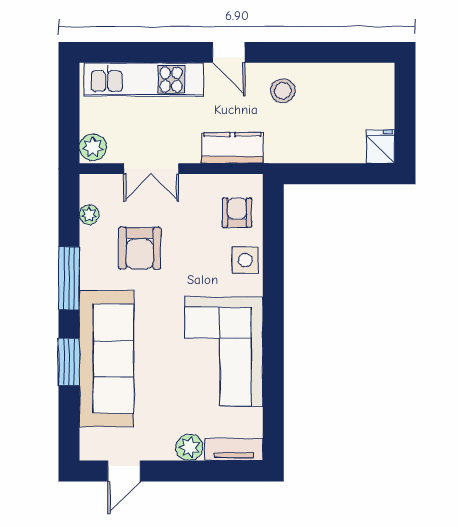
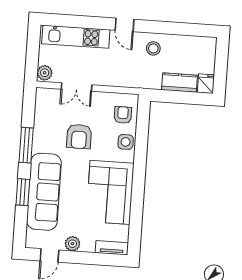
kitchen counter: (232, 148) -> (180, 83), moved
plant: (89, 215) -> (40, 110), removed
armchair: (140, 248) -> (79, 136), moved
plant: (189, 447) -> (72, 244), moved

